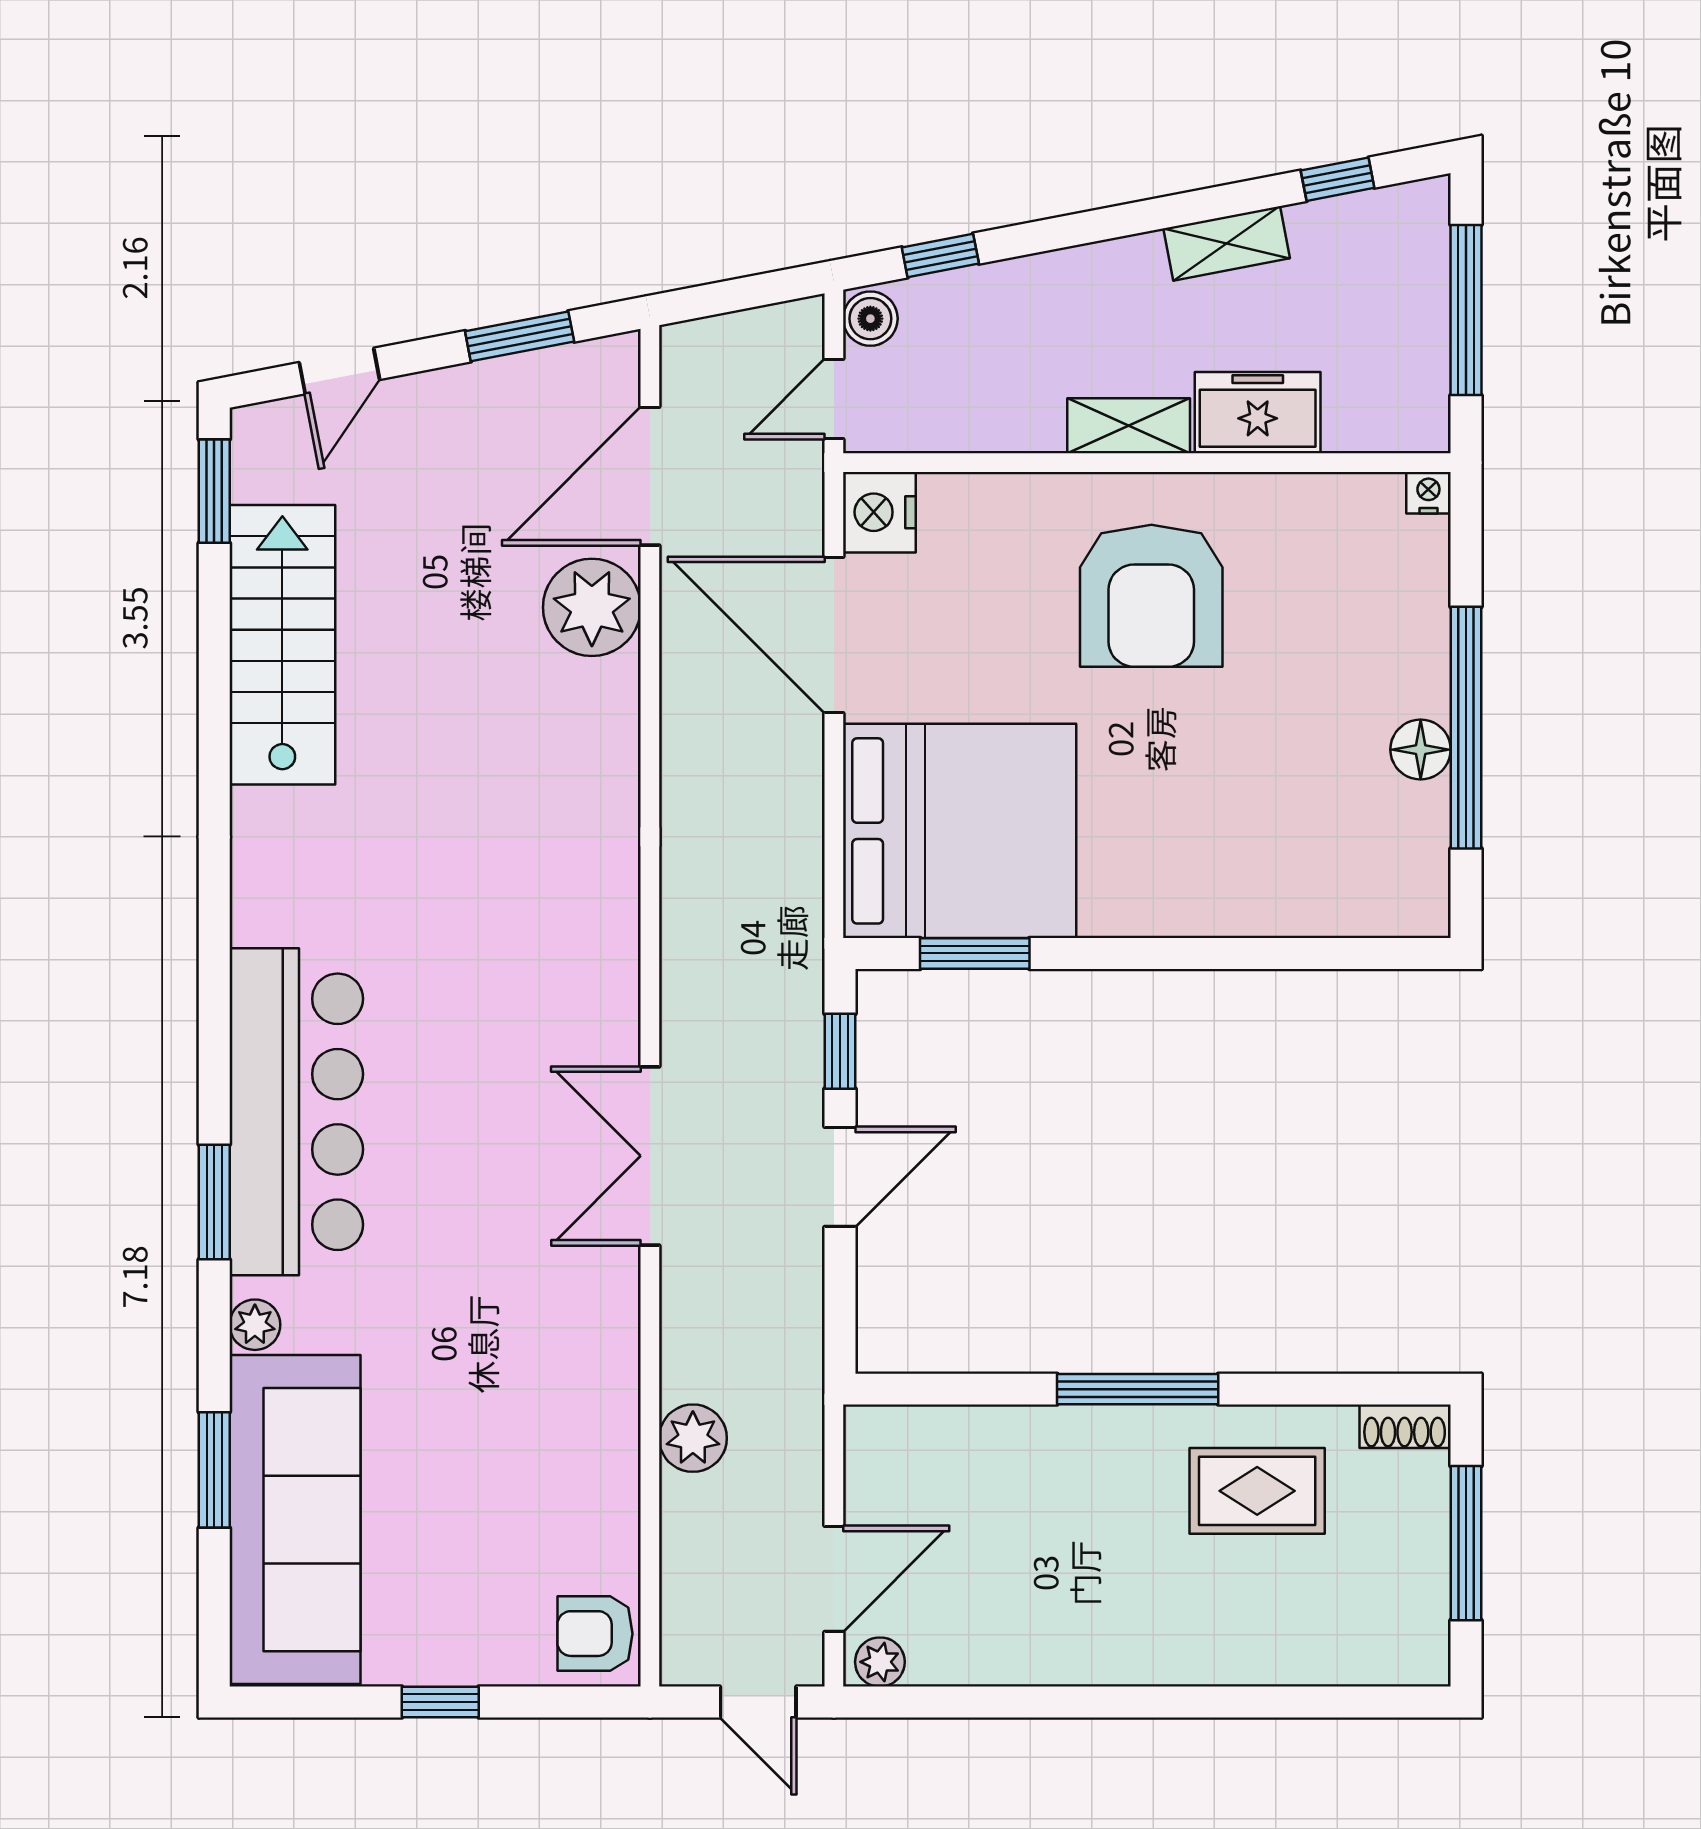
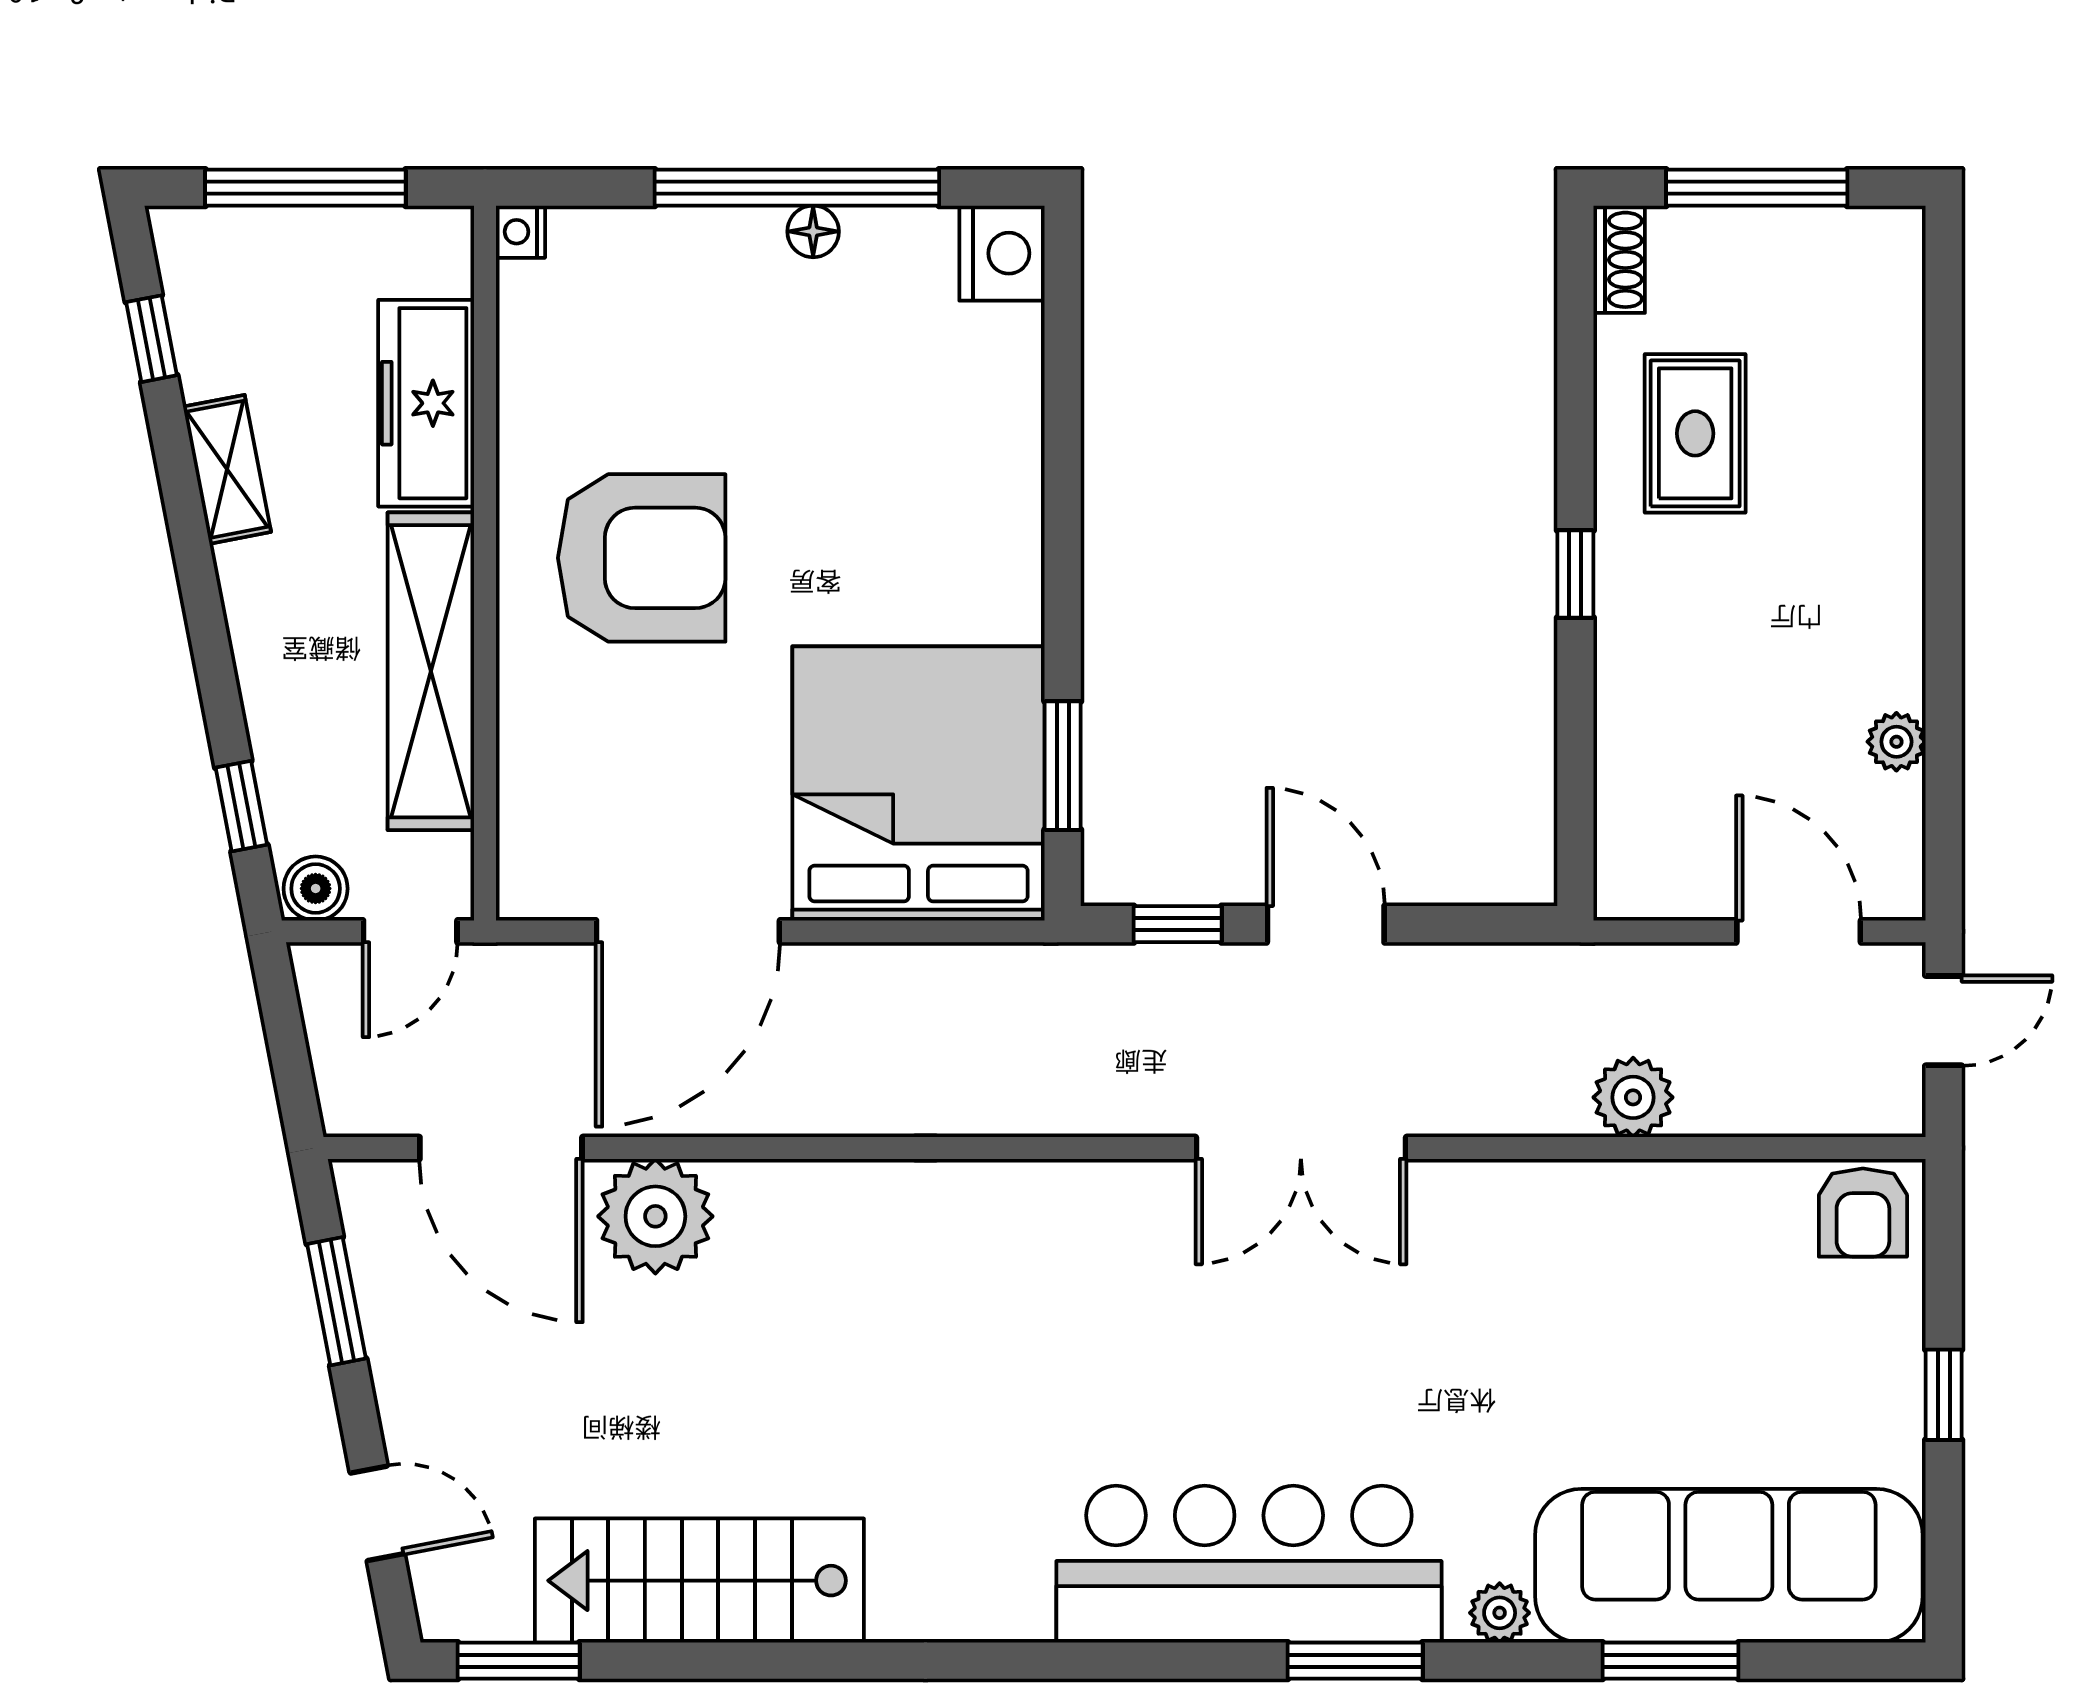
door: (834, 399) -> (410, 931), hinge flipped
freezer: (1258, 413) -> (426, 403), width x1.40
shelving: (1129, 426) -> (431, 671), width x2.20, depth x1.33
nightstand: (879, 512) -> (1002, 253), moved, turned -90
floor lamp: (1421, 750) -> (813, 231), width x0.73, depth x0.73
window: (1138, 1389) -> (1575, 574), width x0.46
plant: (880, 1662) -> (1896, 742), moved

